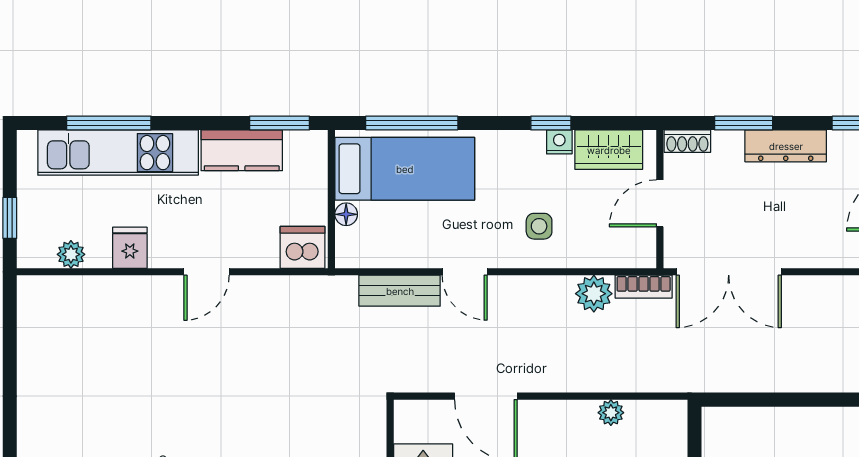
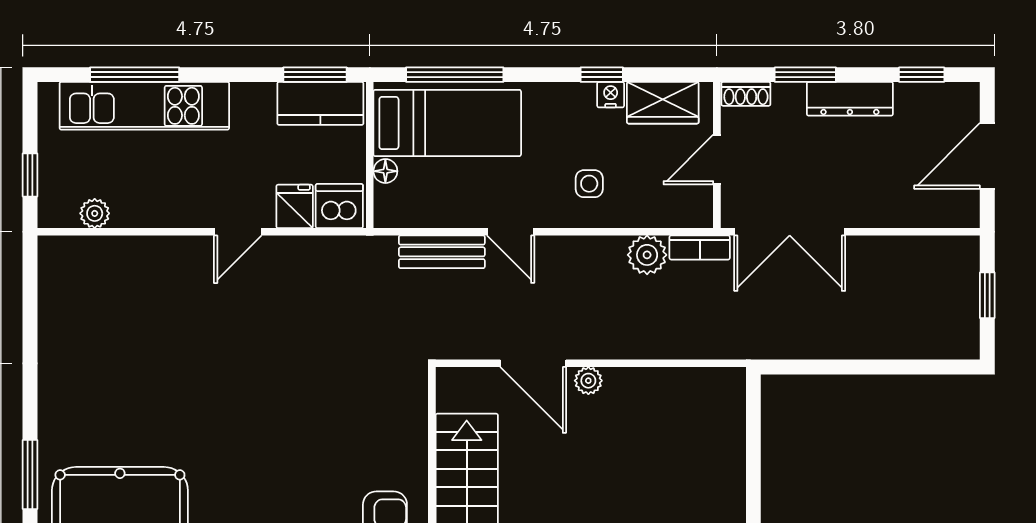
kitchen counter: (242, 150) -> (320, 103), moved
fridge: (130, 248) -> (295, 206), moved
plant: (611, 413) -> (588, 381), moved

